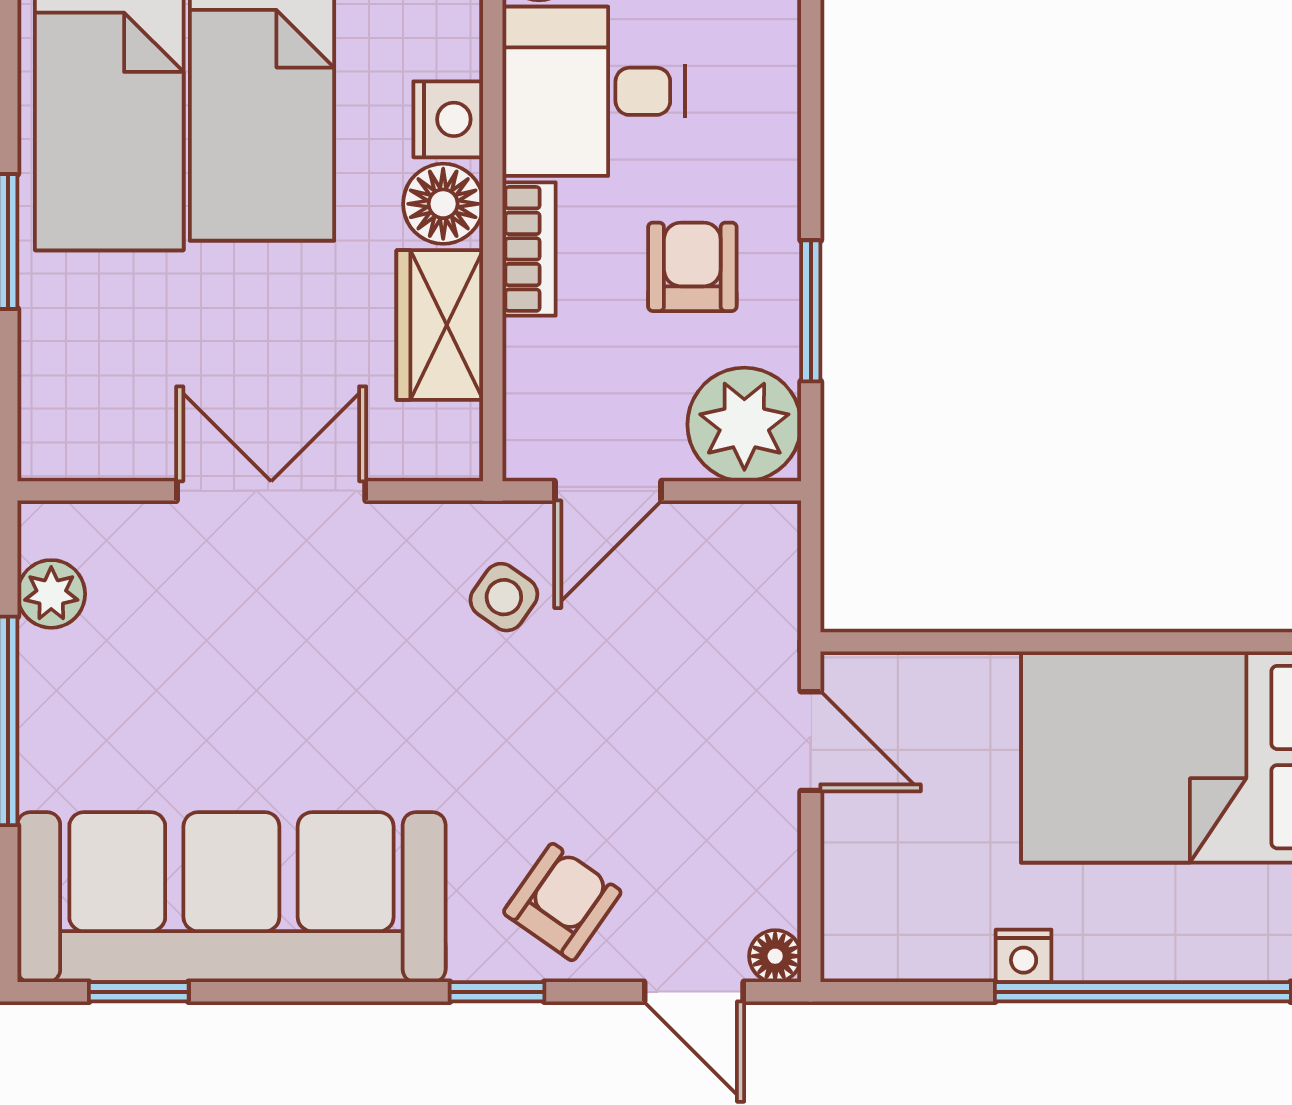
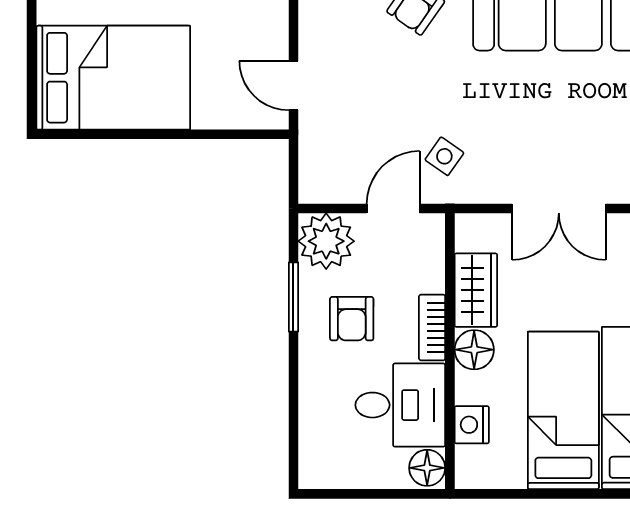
nightstand: (448, 119) -> (472, 425), moved

